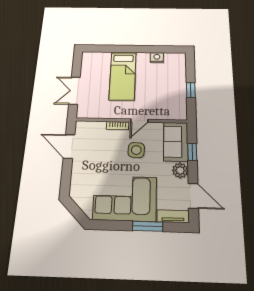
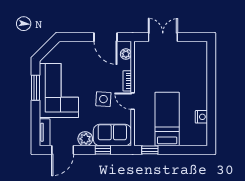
bed: (123, 76) -> (167, 119), moved, turned 90
window: (191, 90) -> (150, 150), moved
plant: (89, 126) -> (126, 54), added
door: (69, 146) -> (105, 37), swing flipped
window: (148, 226) -> (36, 88), moved

